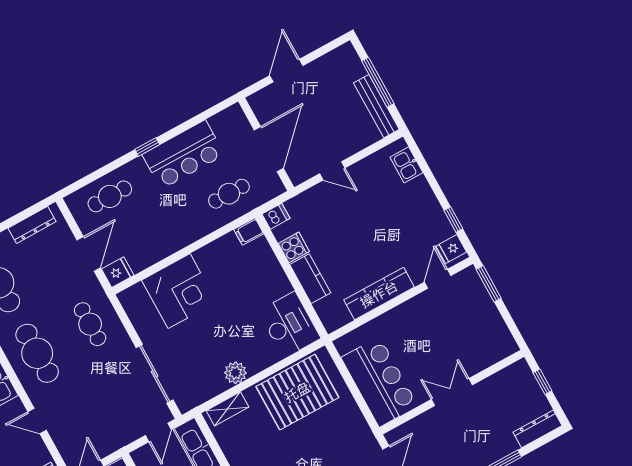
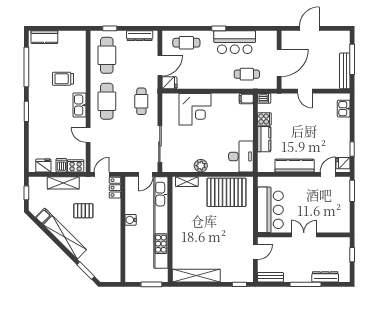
dresser: (537, 429) -> (325, 277), moved

